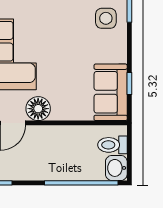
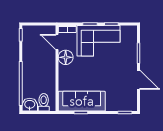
side table: (106, 18) -> (120, 98), removed
sofa: (111, 92) -> (82, 101), width x1.36

